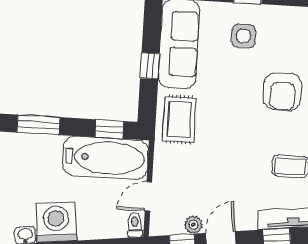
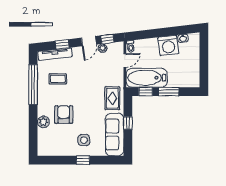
window: (38, 125) -> (169, 92), moved

